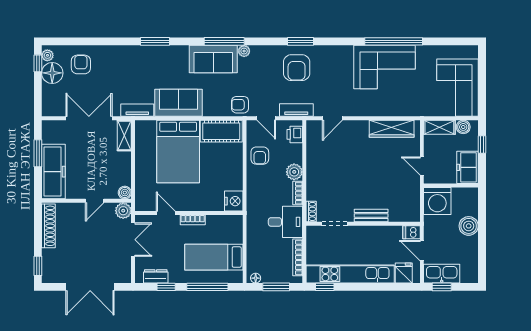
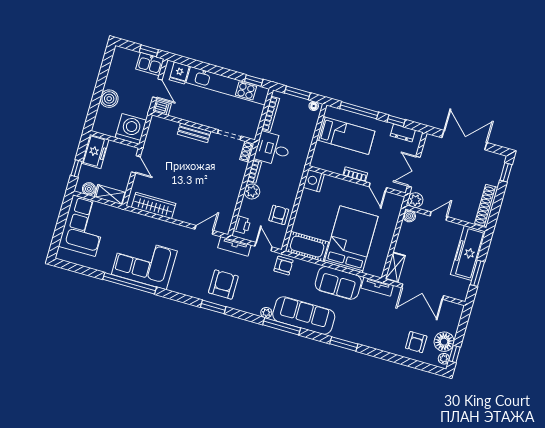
sofa: (213, 59) -> (304, 316), width x1.36
kitchen sink: (442, 274) -> (150, 64), width x0.73

